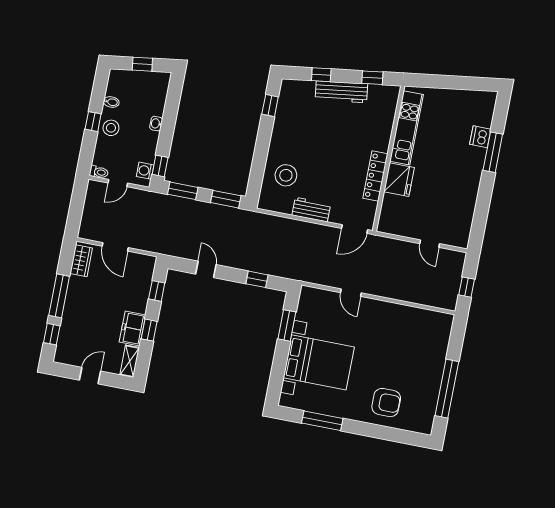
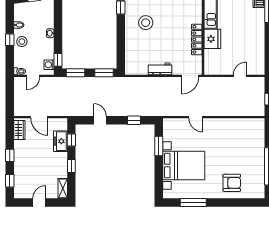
stool: (286, 175) -> (146, 23), moved
door: (430, 244) -> (240, 76), swing flipped
window: (59, 296) -> (10, 155), width x0.46
freezer: (132, 328) -> (60, 141), moved

